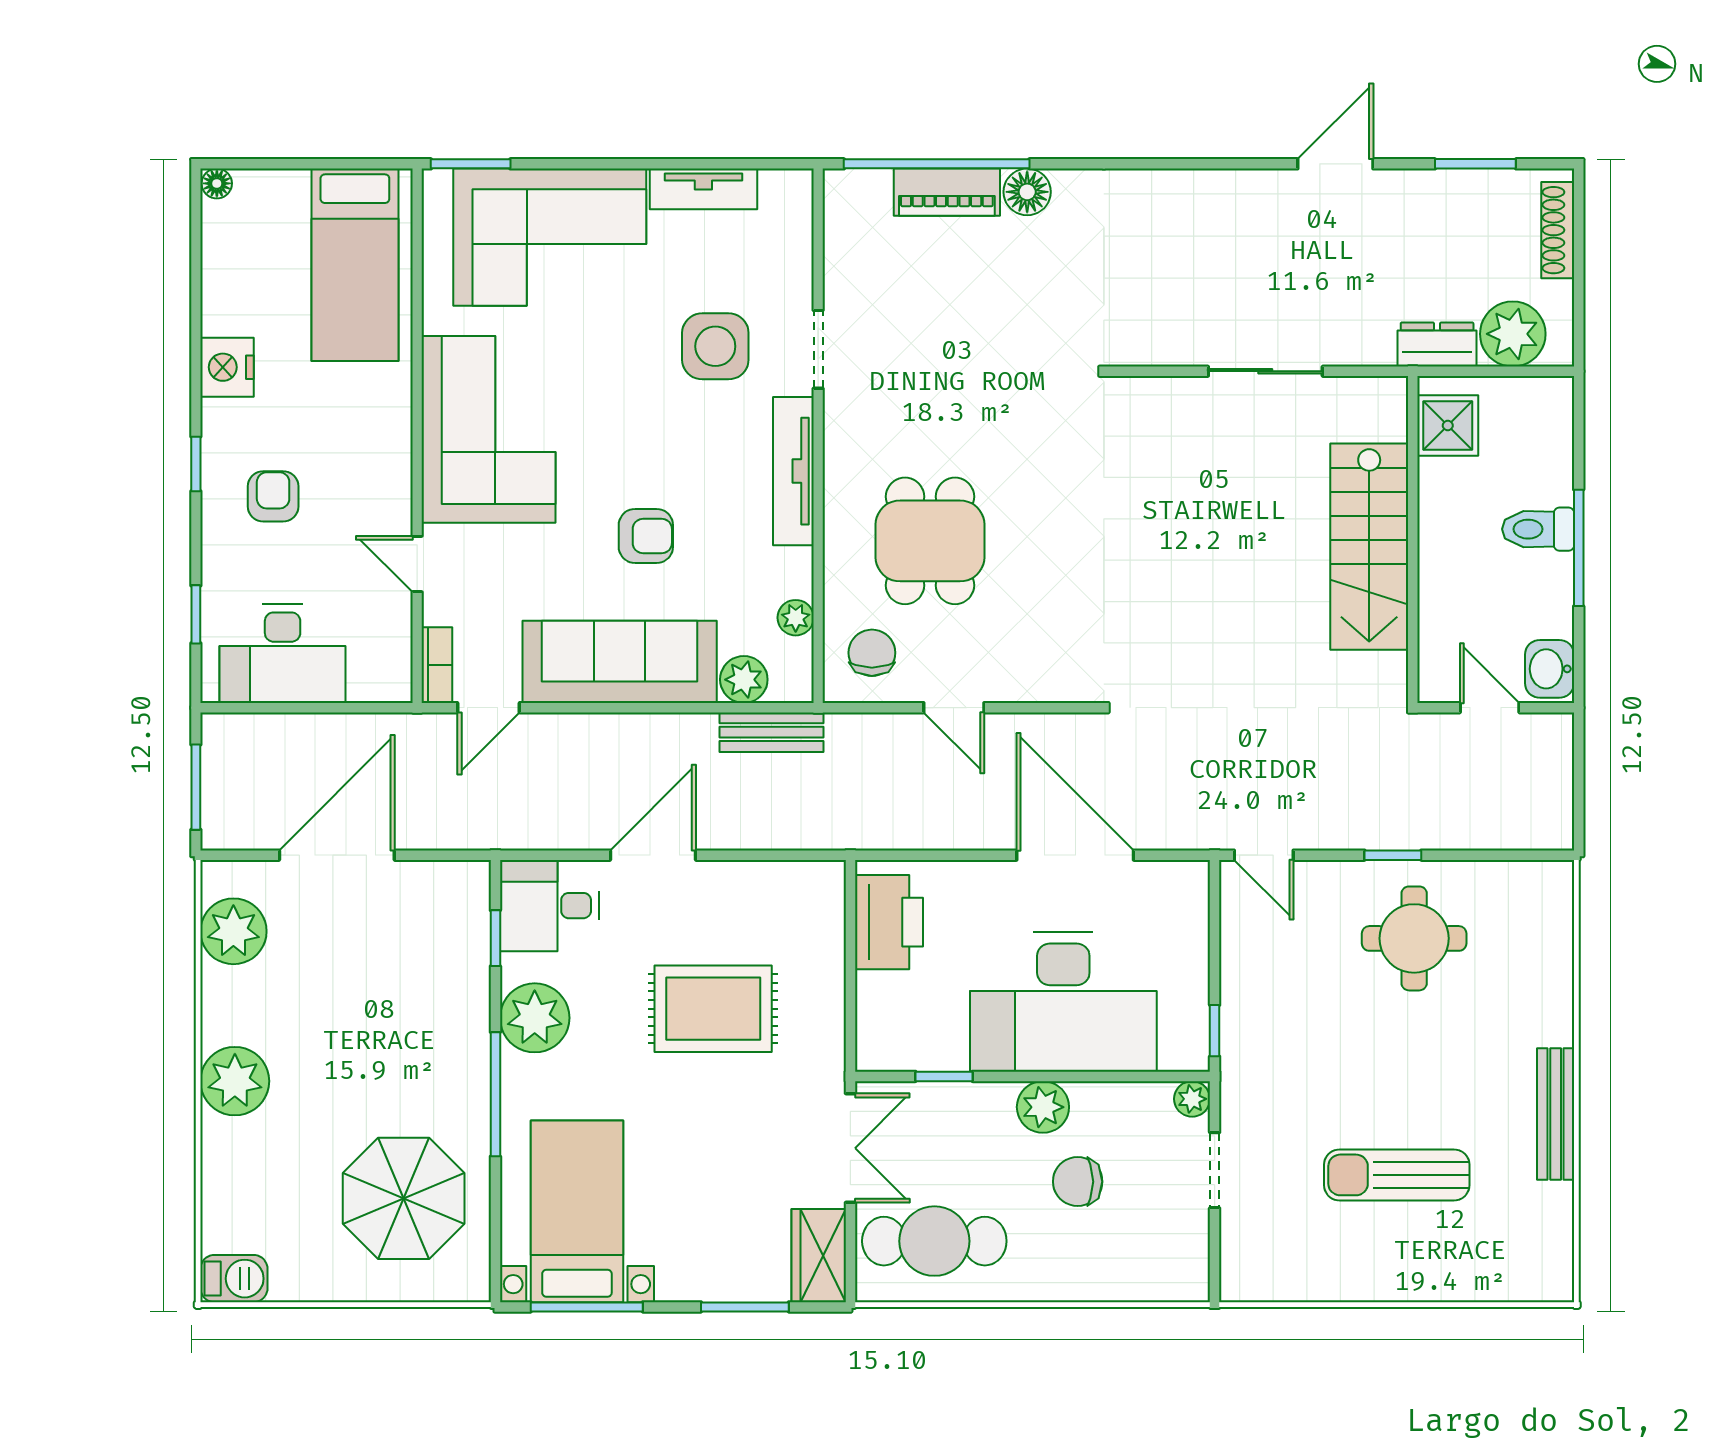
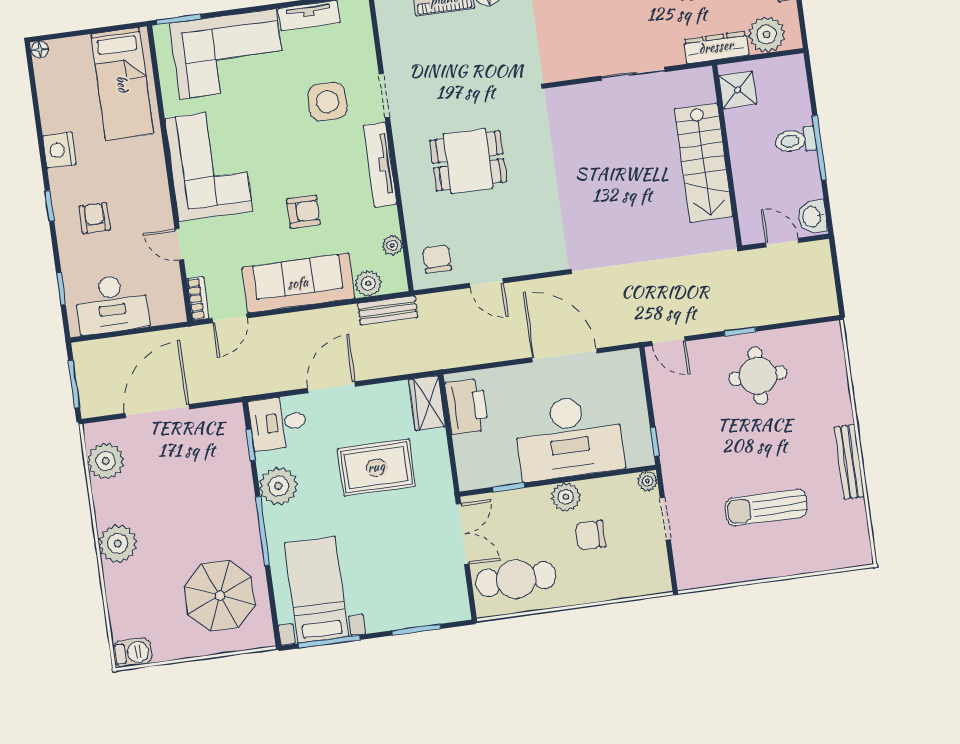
dresser: (1437, 344) -> (716, 47), width x1.44
dining table: (930, 541) -> (468, 161), moved, turned 90
wardrobe: (819, 1256) -> (427, 403), moved

